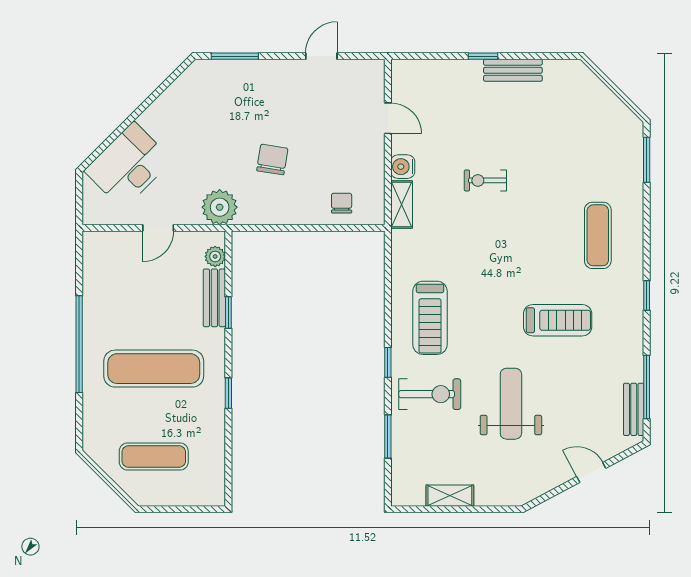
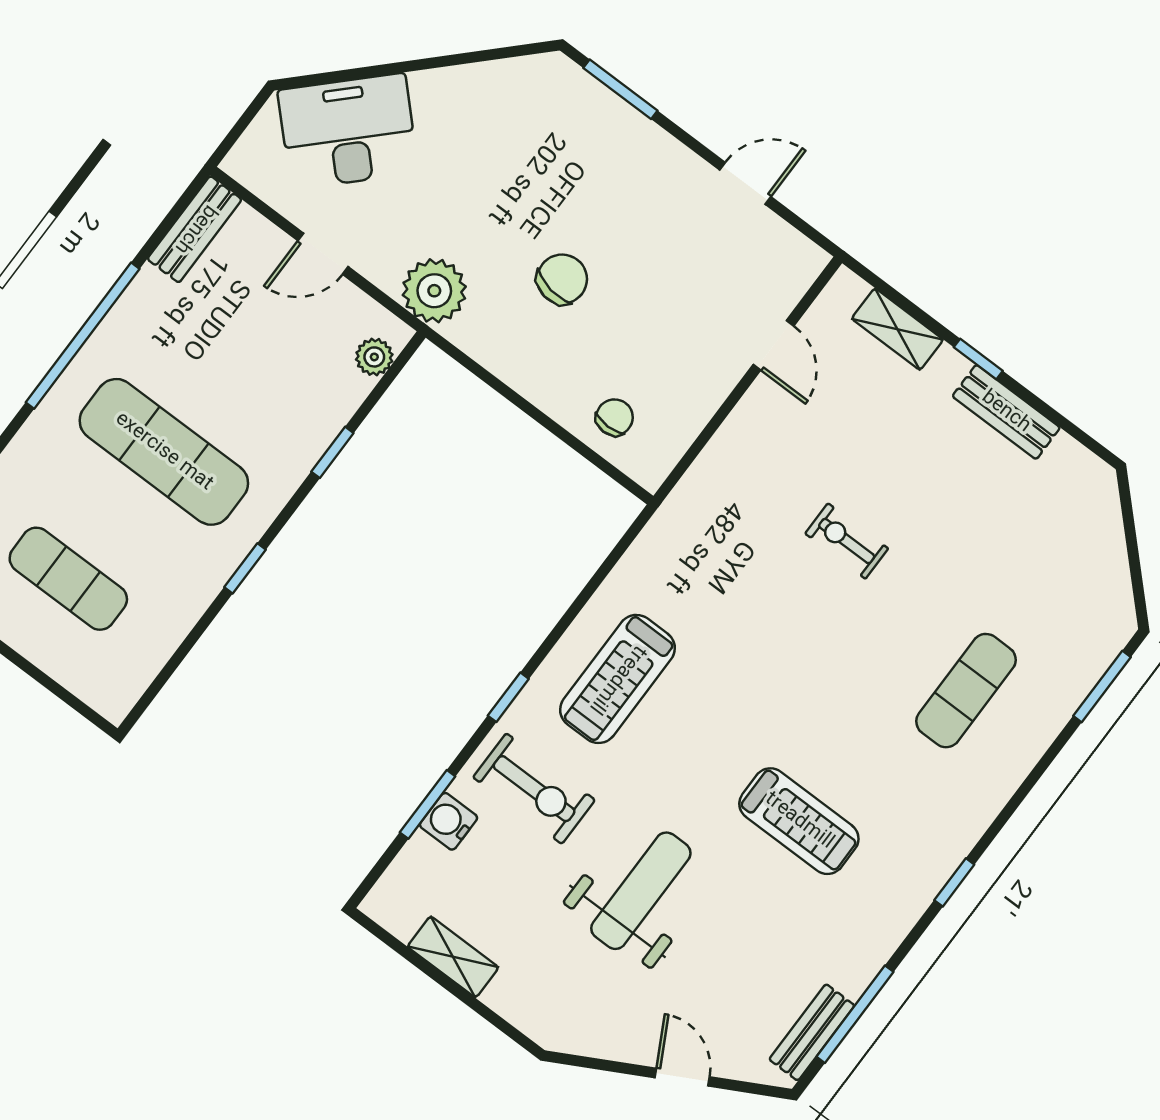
water cooler: (403, 167) -> (449, 821), moved
shelving: (402, 205) -> (897, 329), moved, turned 90
exercise mat: (598, 235) -> (966, 691), moved
bench: (214, 298) -> (195, 229), moved

